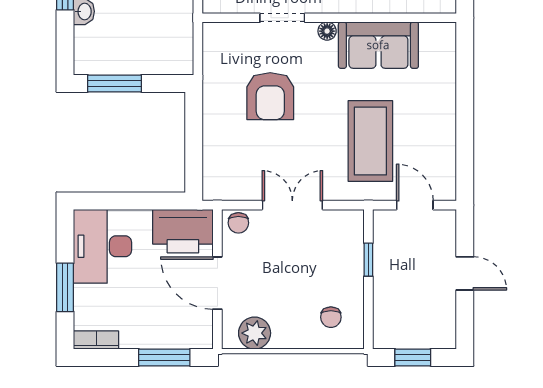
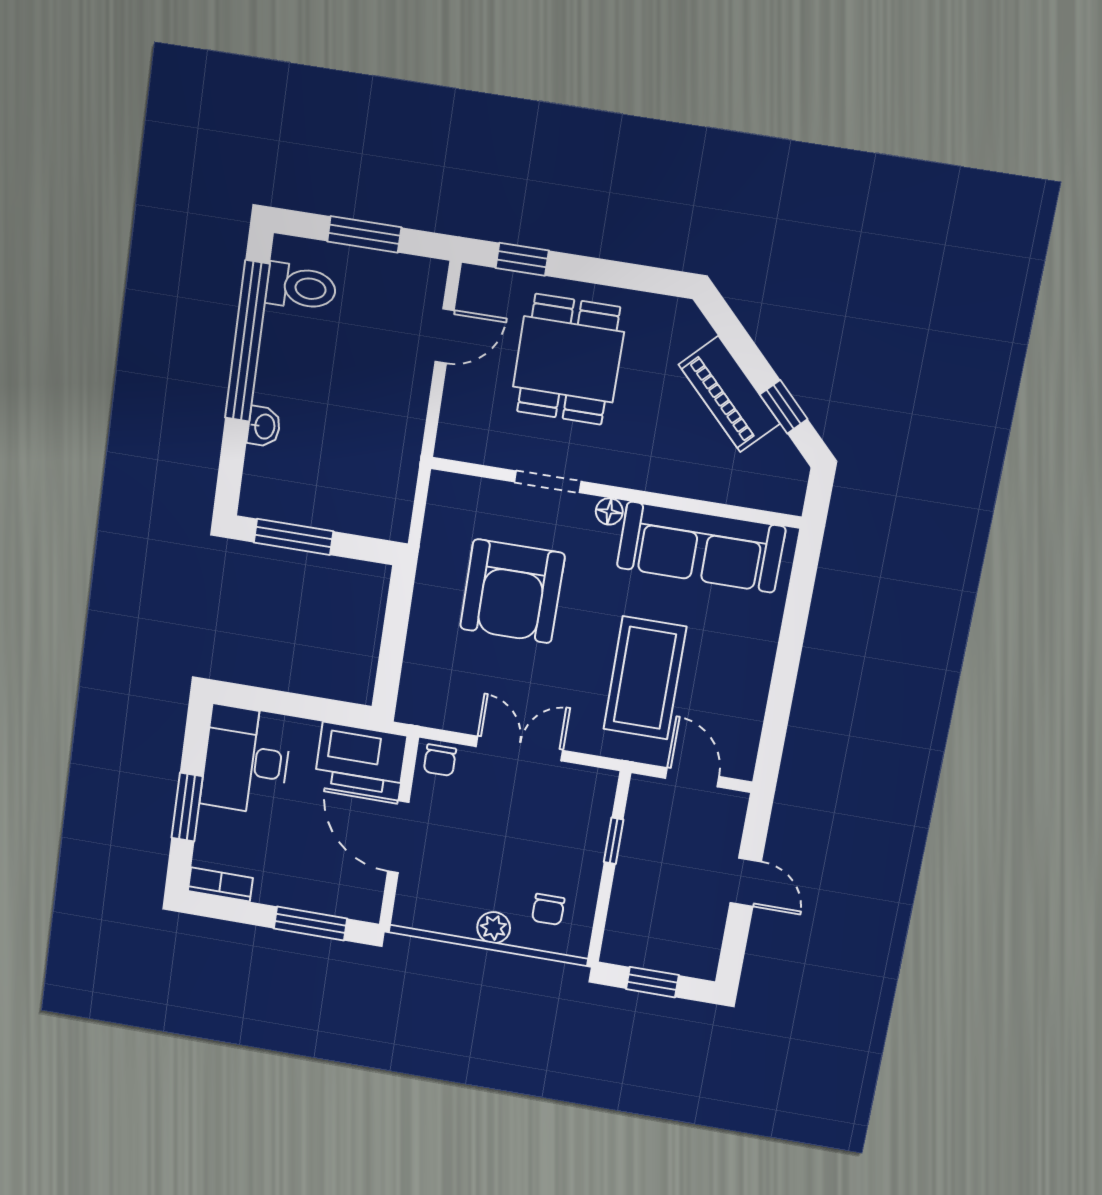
sofa: (378, 45) -> (701, 547), width x1.36
armchair: (270, 96) -> (512, 591), width x1.36, depth x1.36
plant: (255, 333) -> (494, 928), moved, width x0.73, depth x0.73

